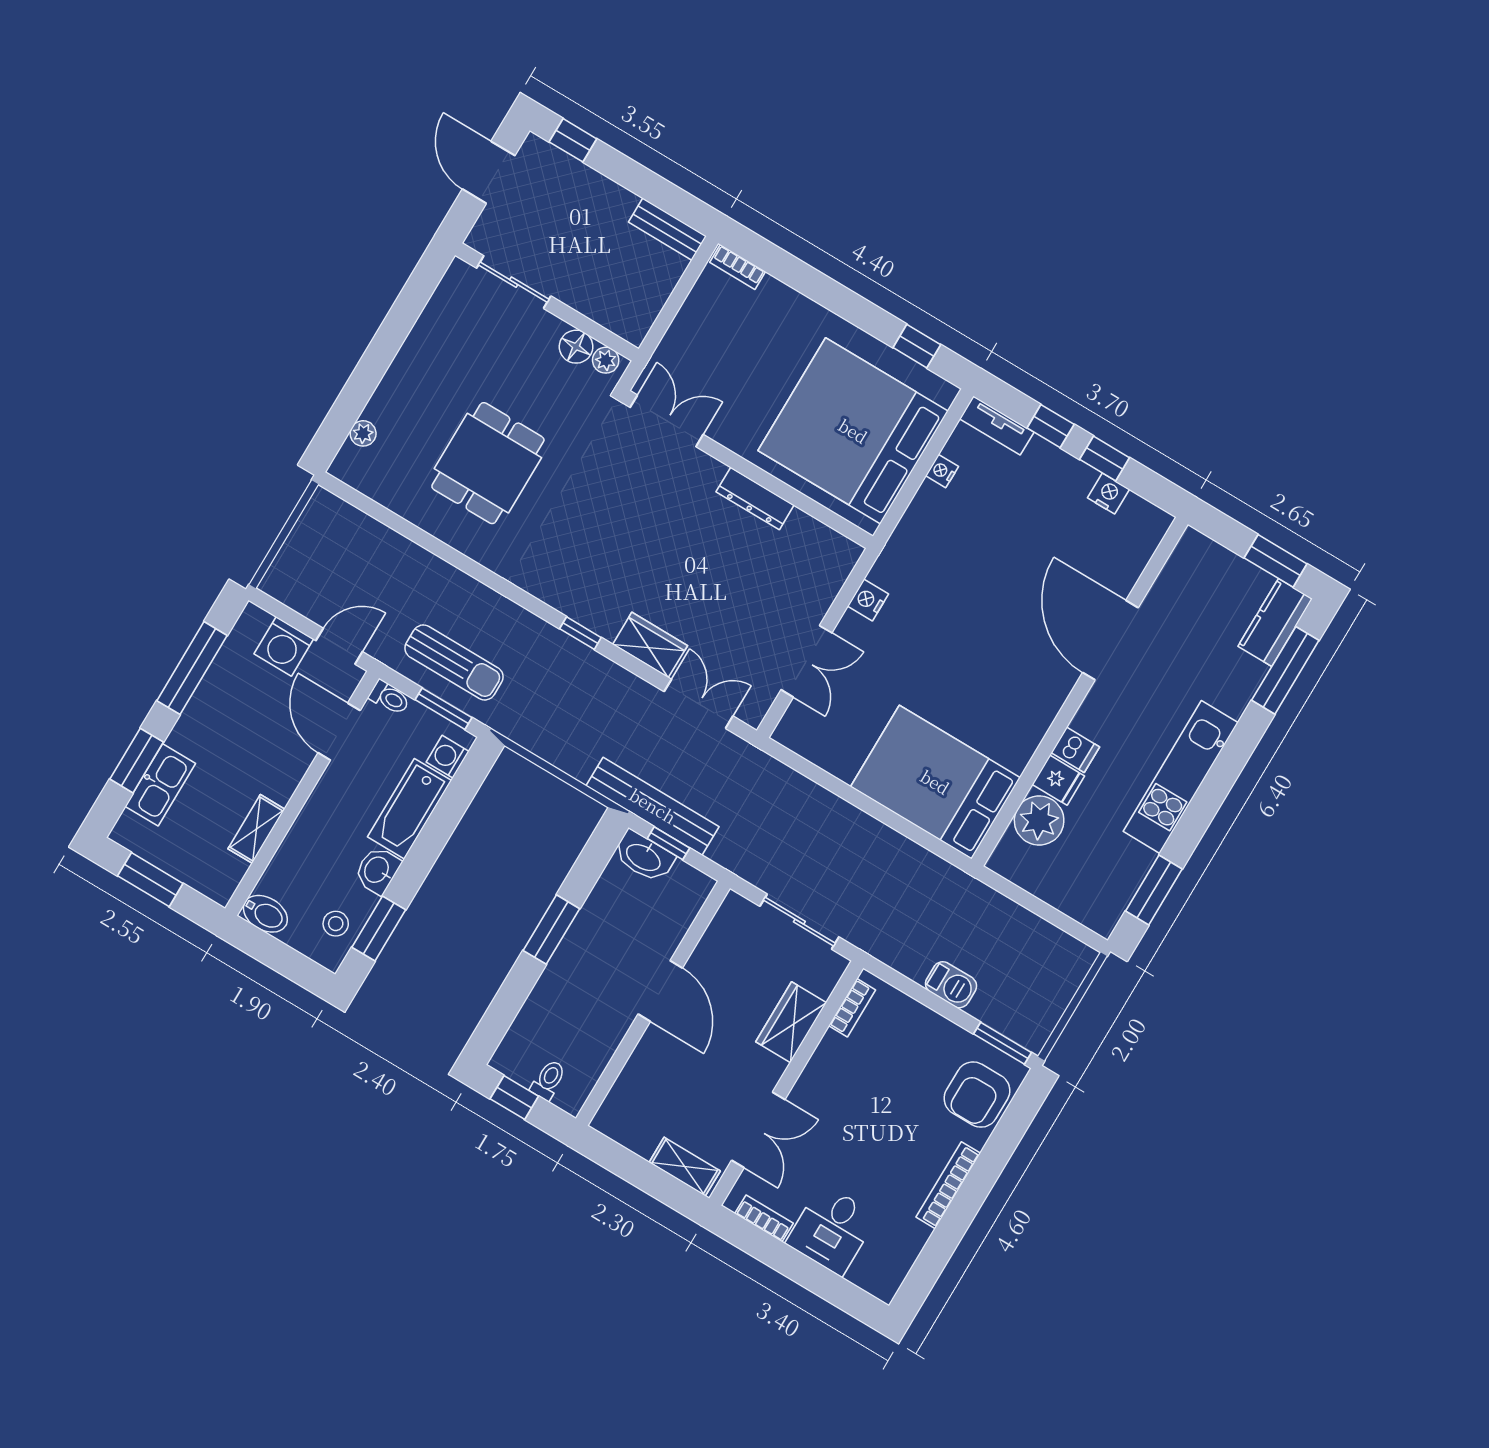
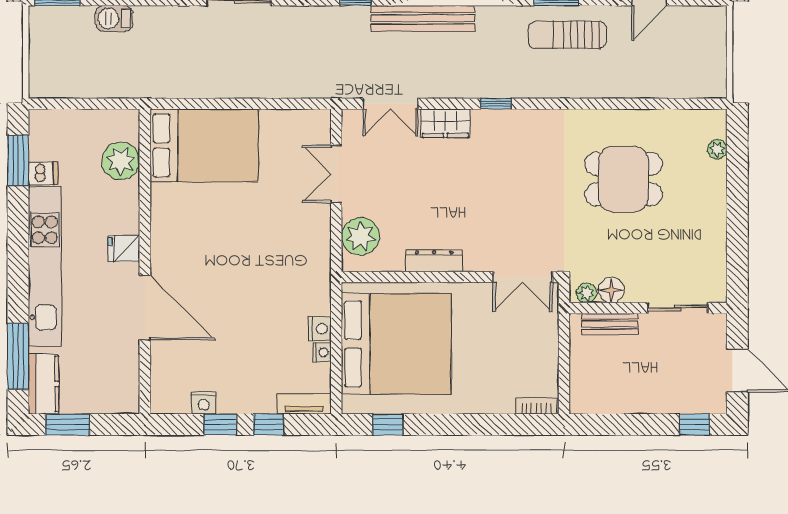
bench: (667, 229) -> (610, 324), moved
dining table: (488, 463) -> (623, 179), turned 90
plant: (821, 575) -> (360, 236), added
nightstand: (868, 600) -> (320, 329), moved
dishwasher: (1075, 750) -> (43, 173), moved, turned 180
kitchen unit: (1181, 777) -> (45, 266), width x1.36
fridge: (1058, 780) -> (124, 248), moved
bench: (653, 806) -> (423, 18), moved

